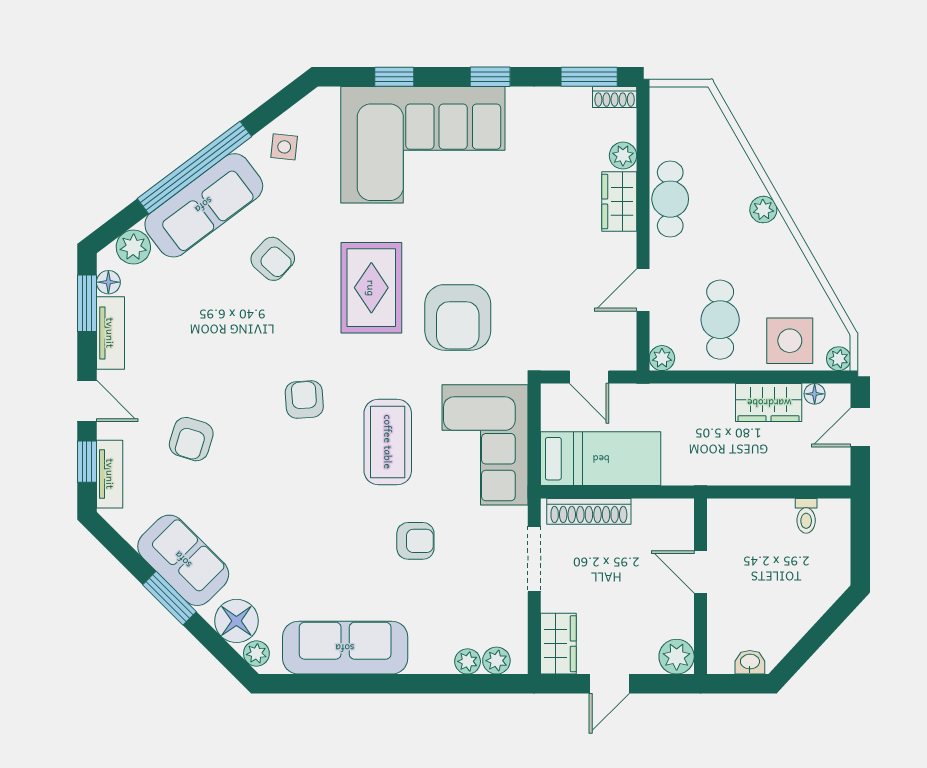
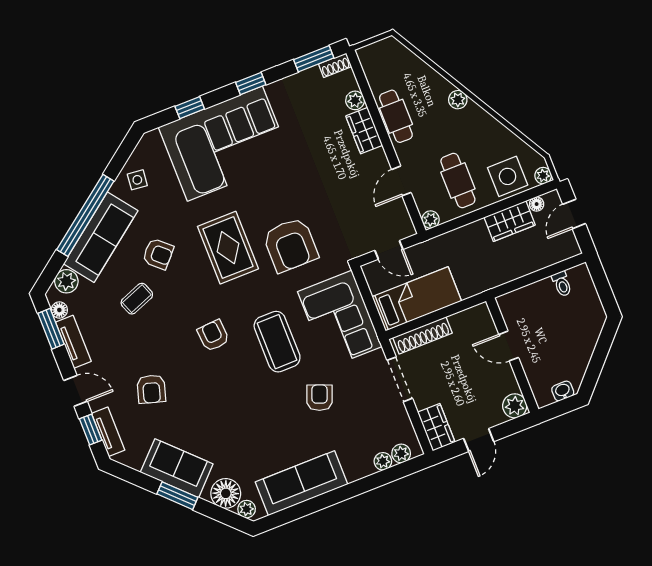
coffee table: (220, 308) -> (137, 299), added
armchair: (415, 541) -> (320, 398), turned -69

